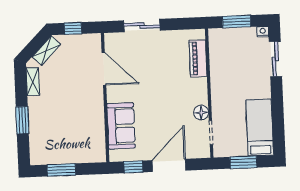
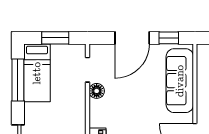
window: (278, 120) -> (18, 80), added
sofa: (121, 126) -> (180, 81), width x1.36

